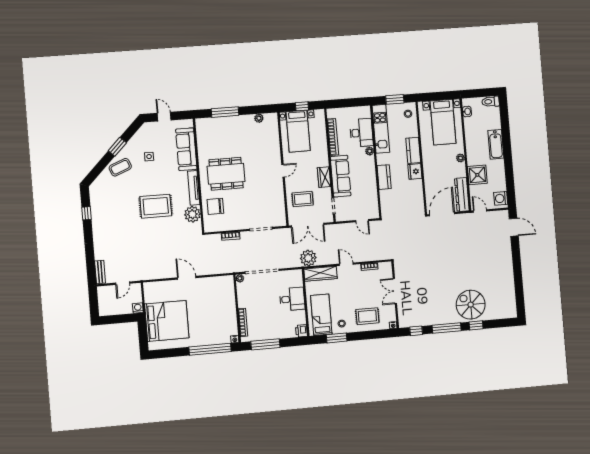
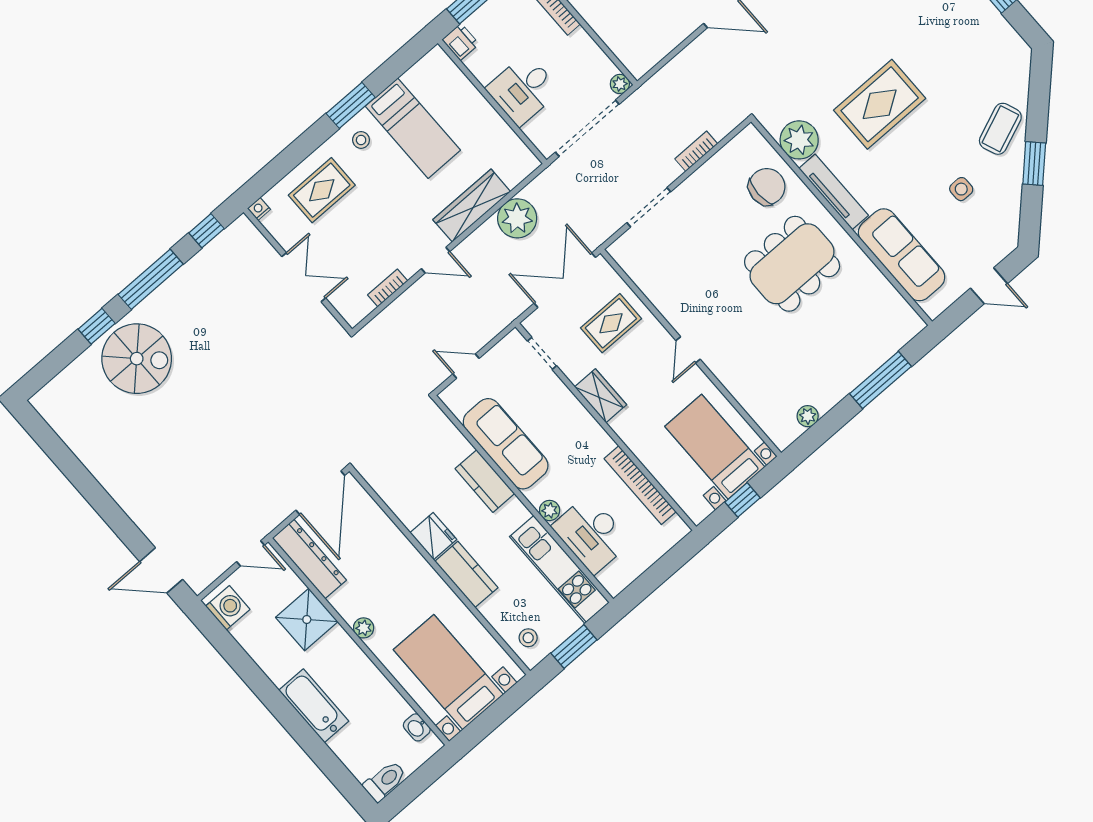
sofa: (341, 176) -> (506, 444), moved, turned 180
desk: (292, 299) -> (523, 90), moved
wall: (306, 303) -> (492, 102), moved
printer: (301, 331) -> (461, 42), moved

